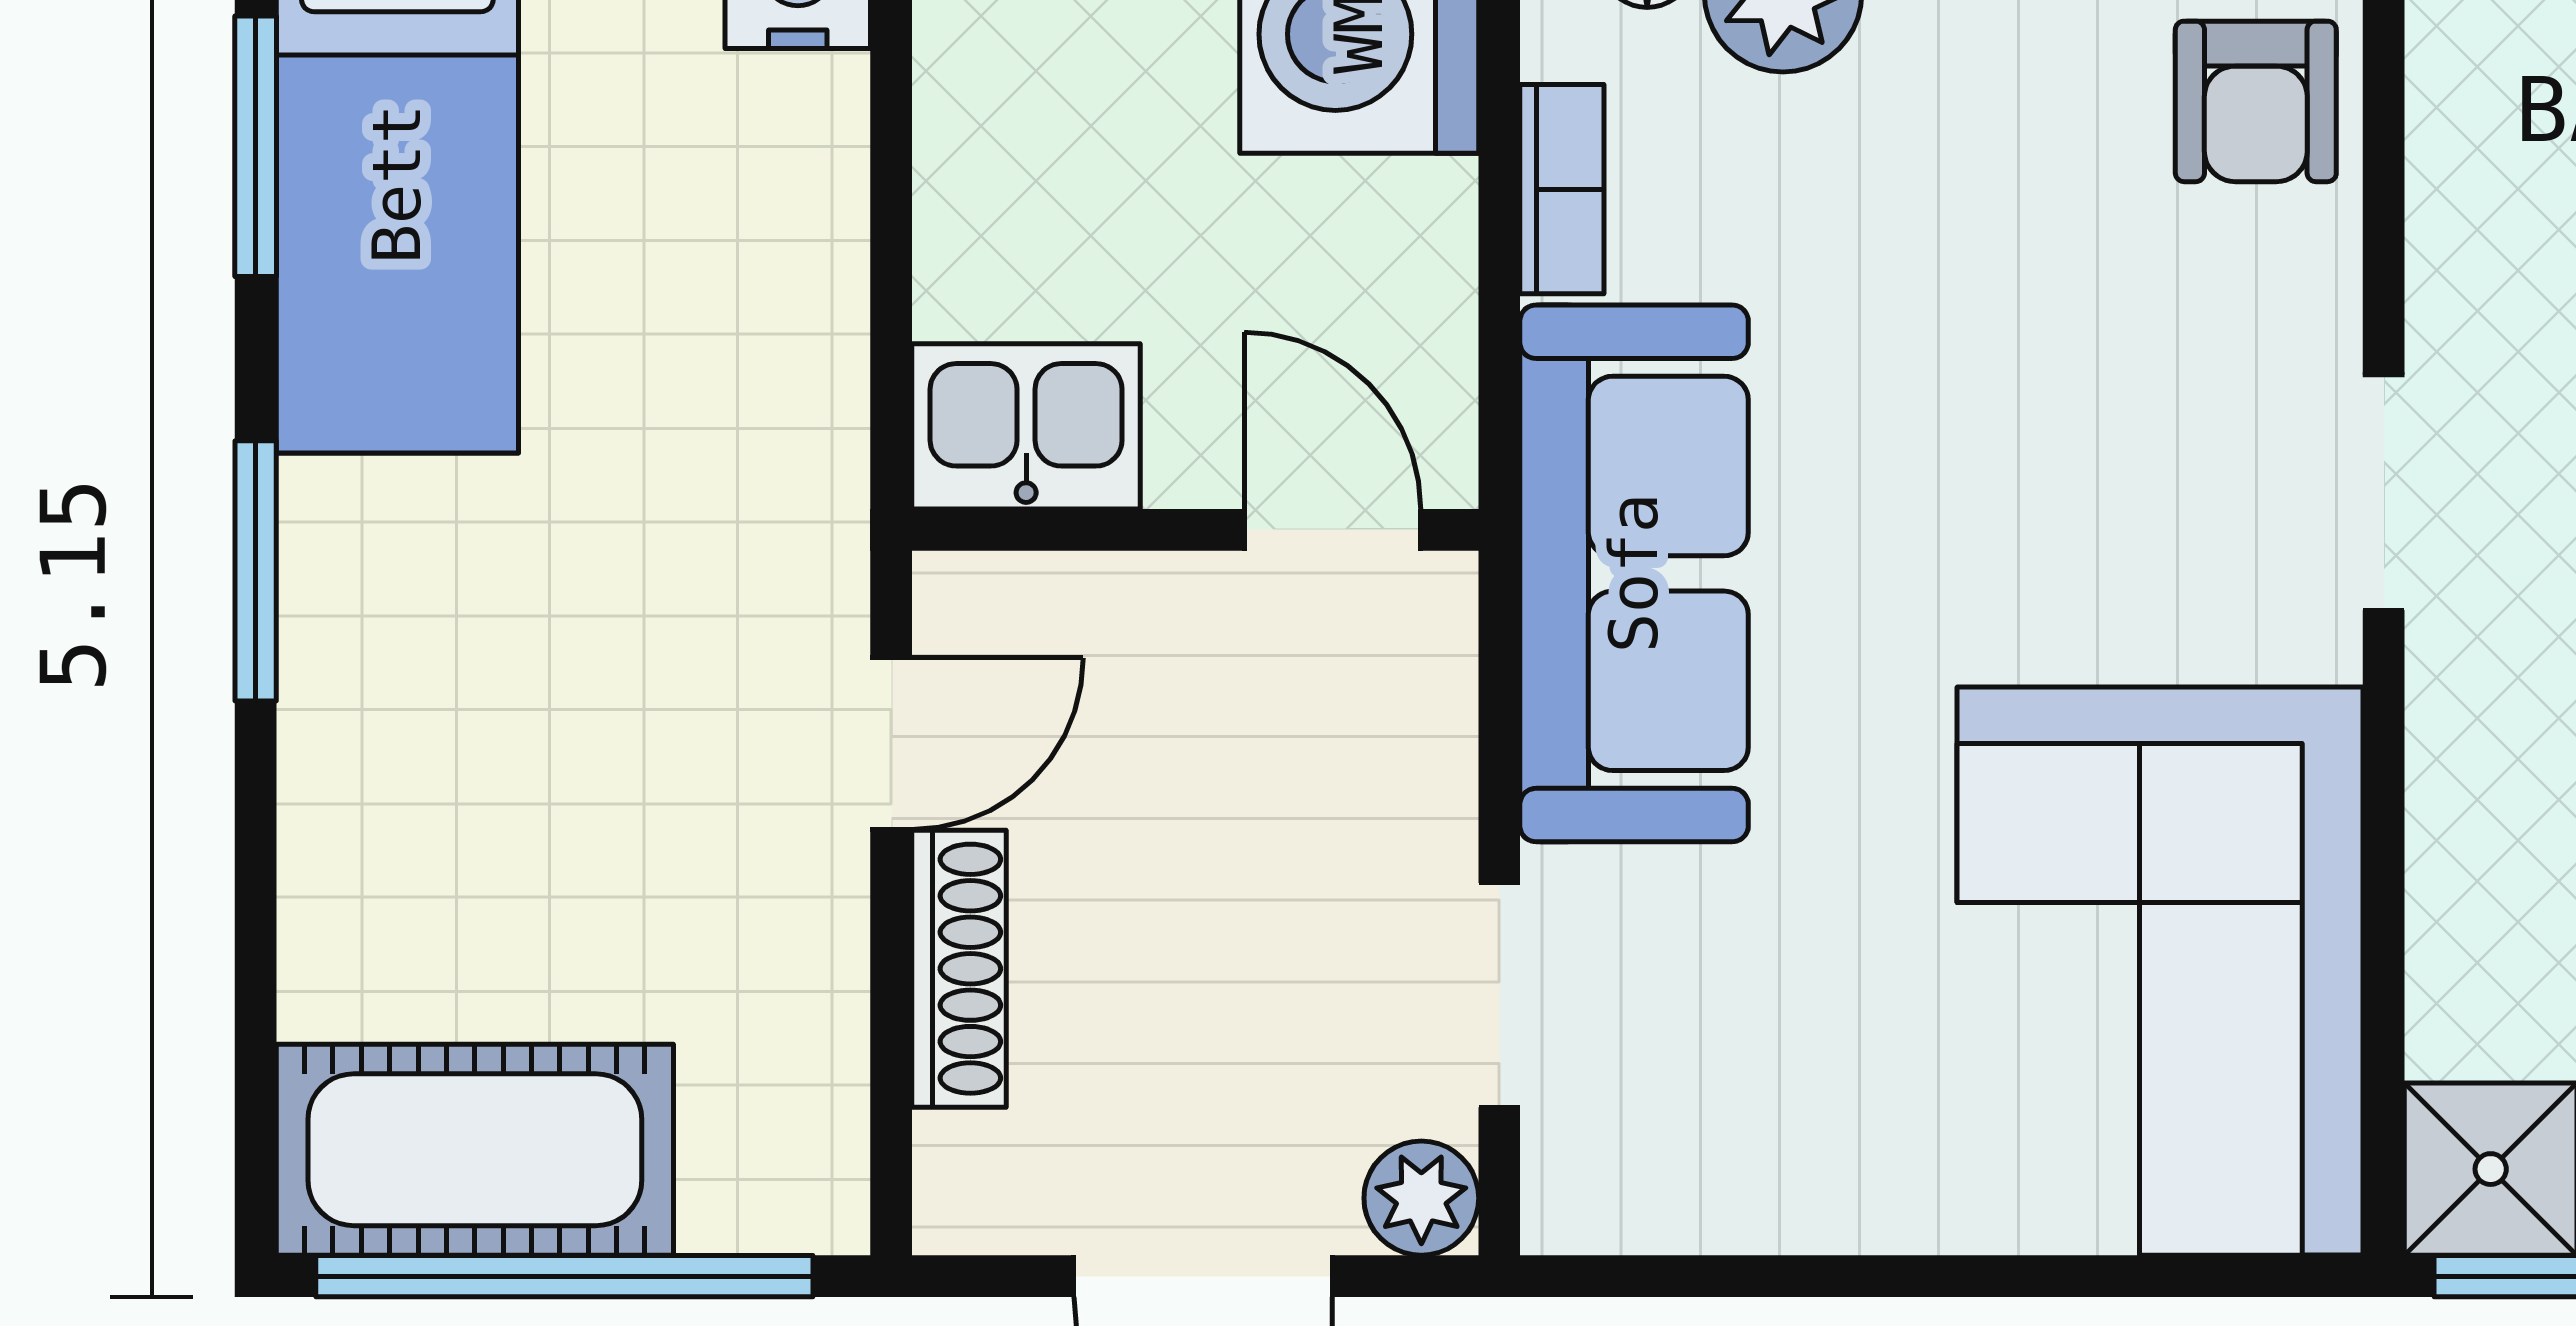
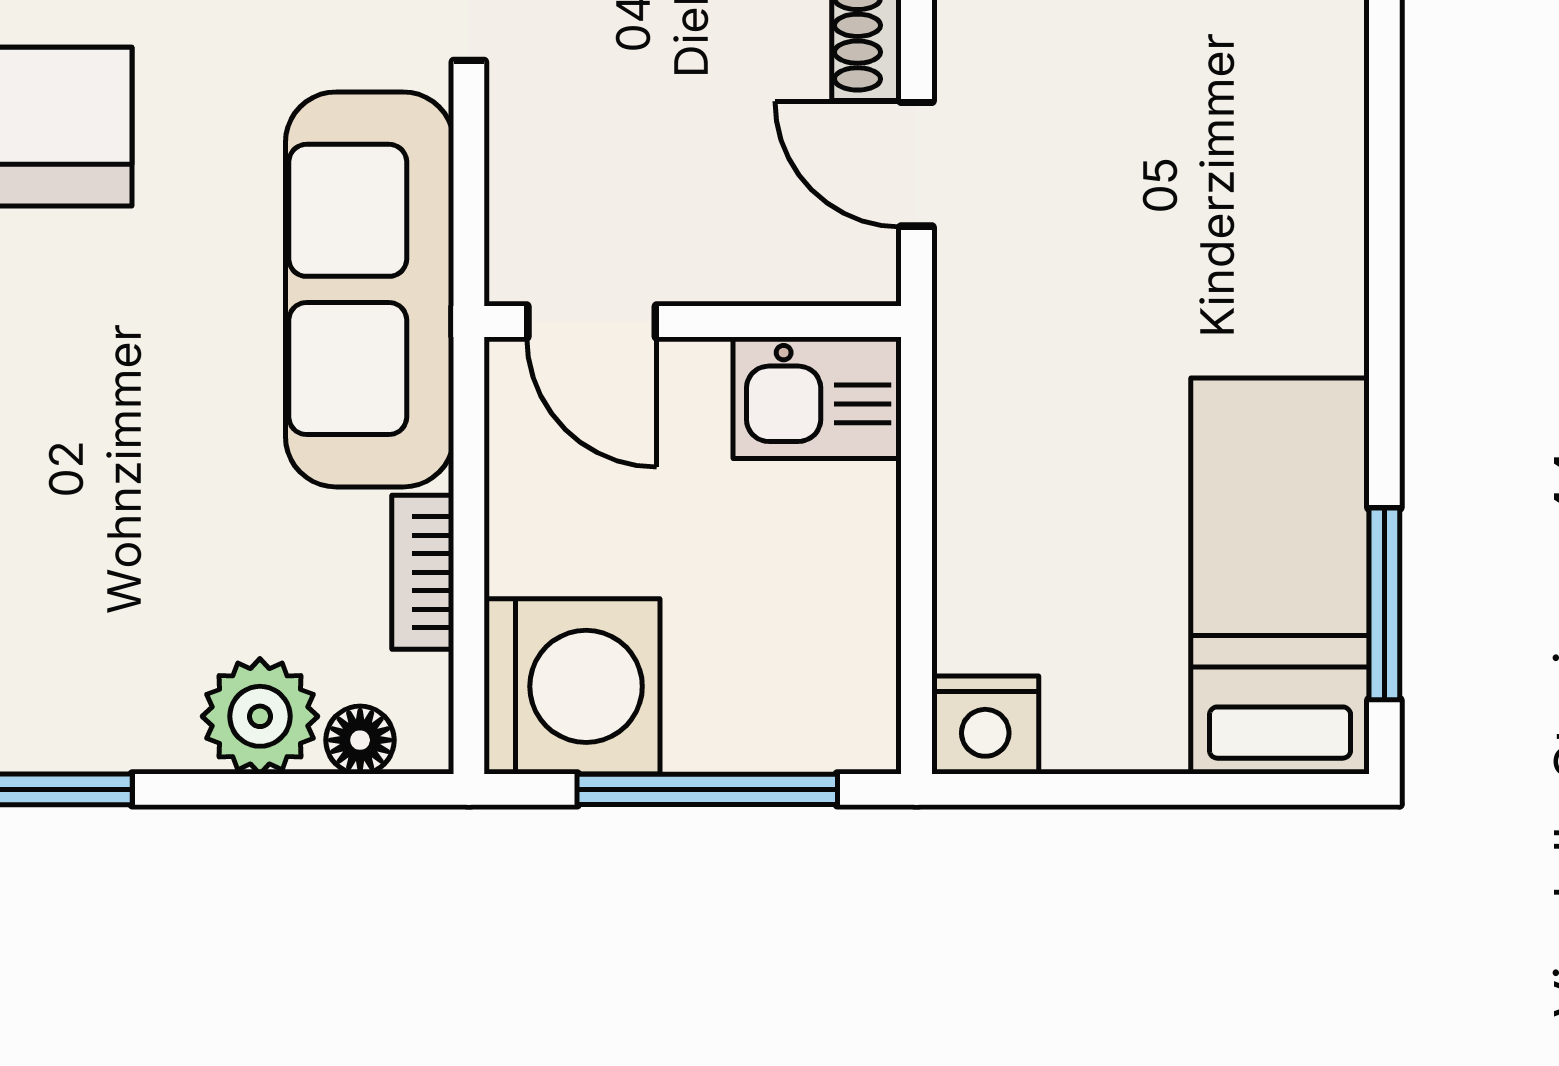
window: (256, 571) -> (1384, 291), removed
door: (891, 744) -> (916, 164), hinge flipped

